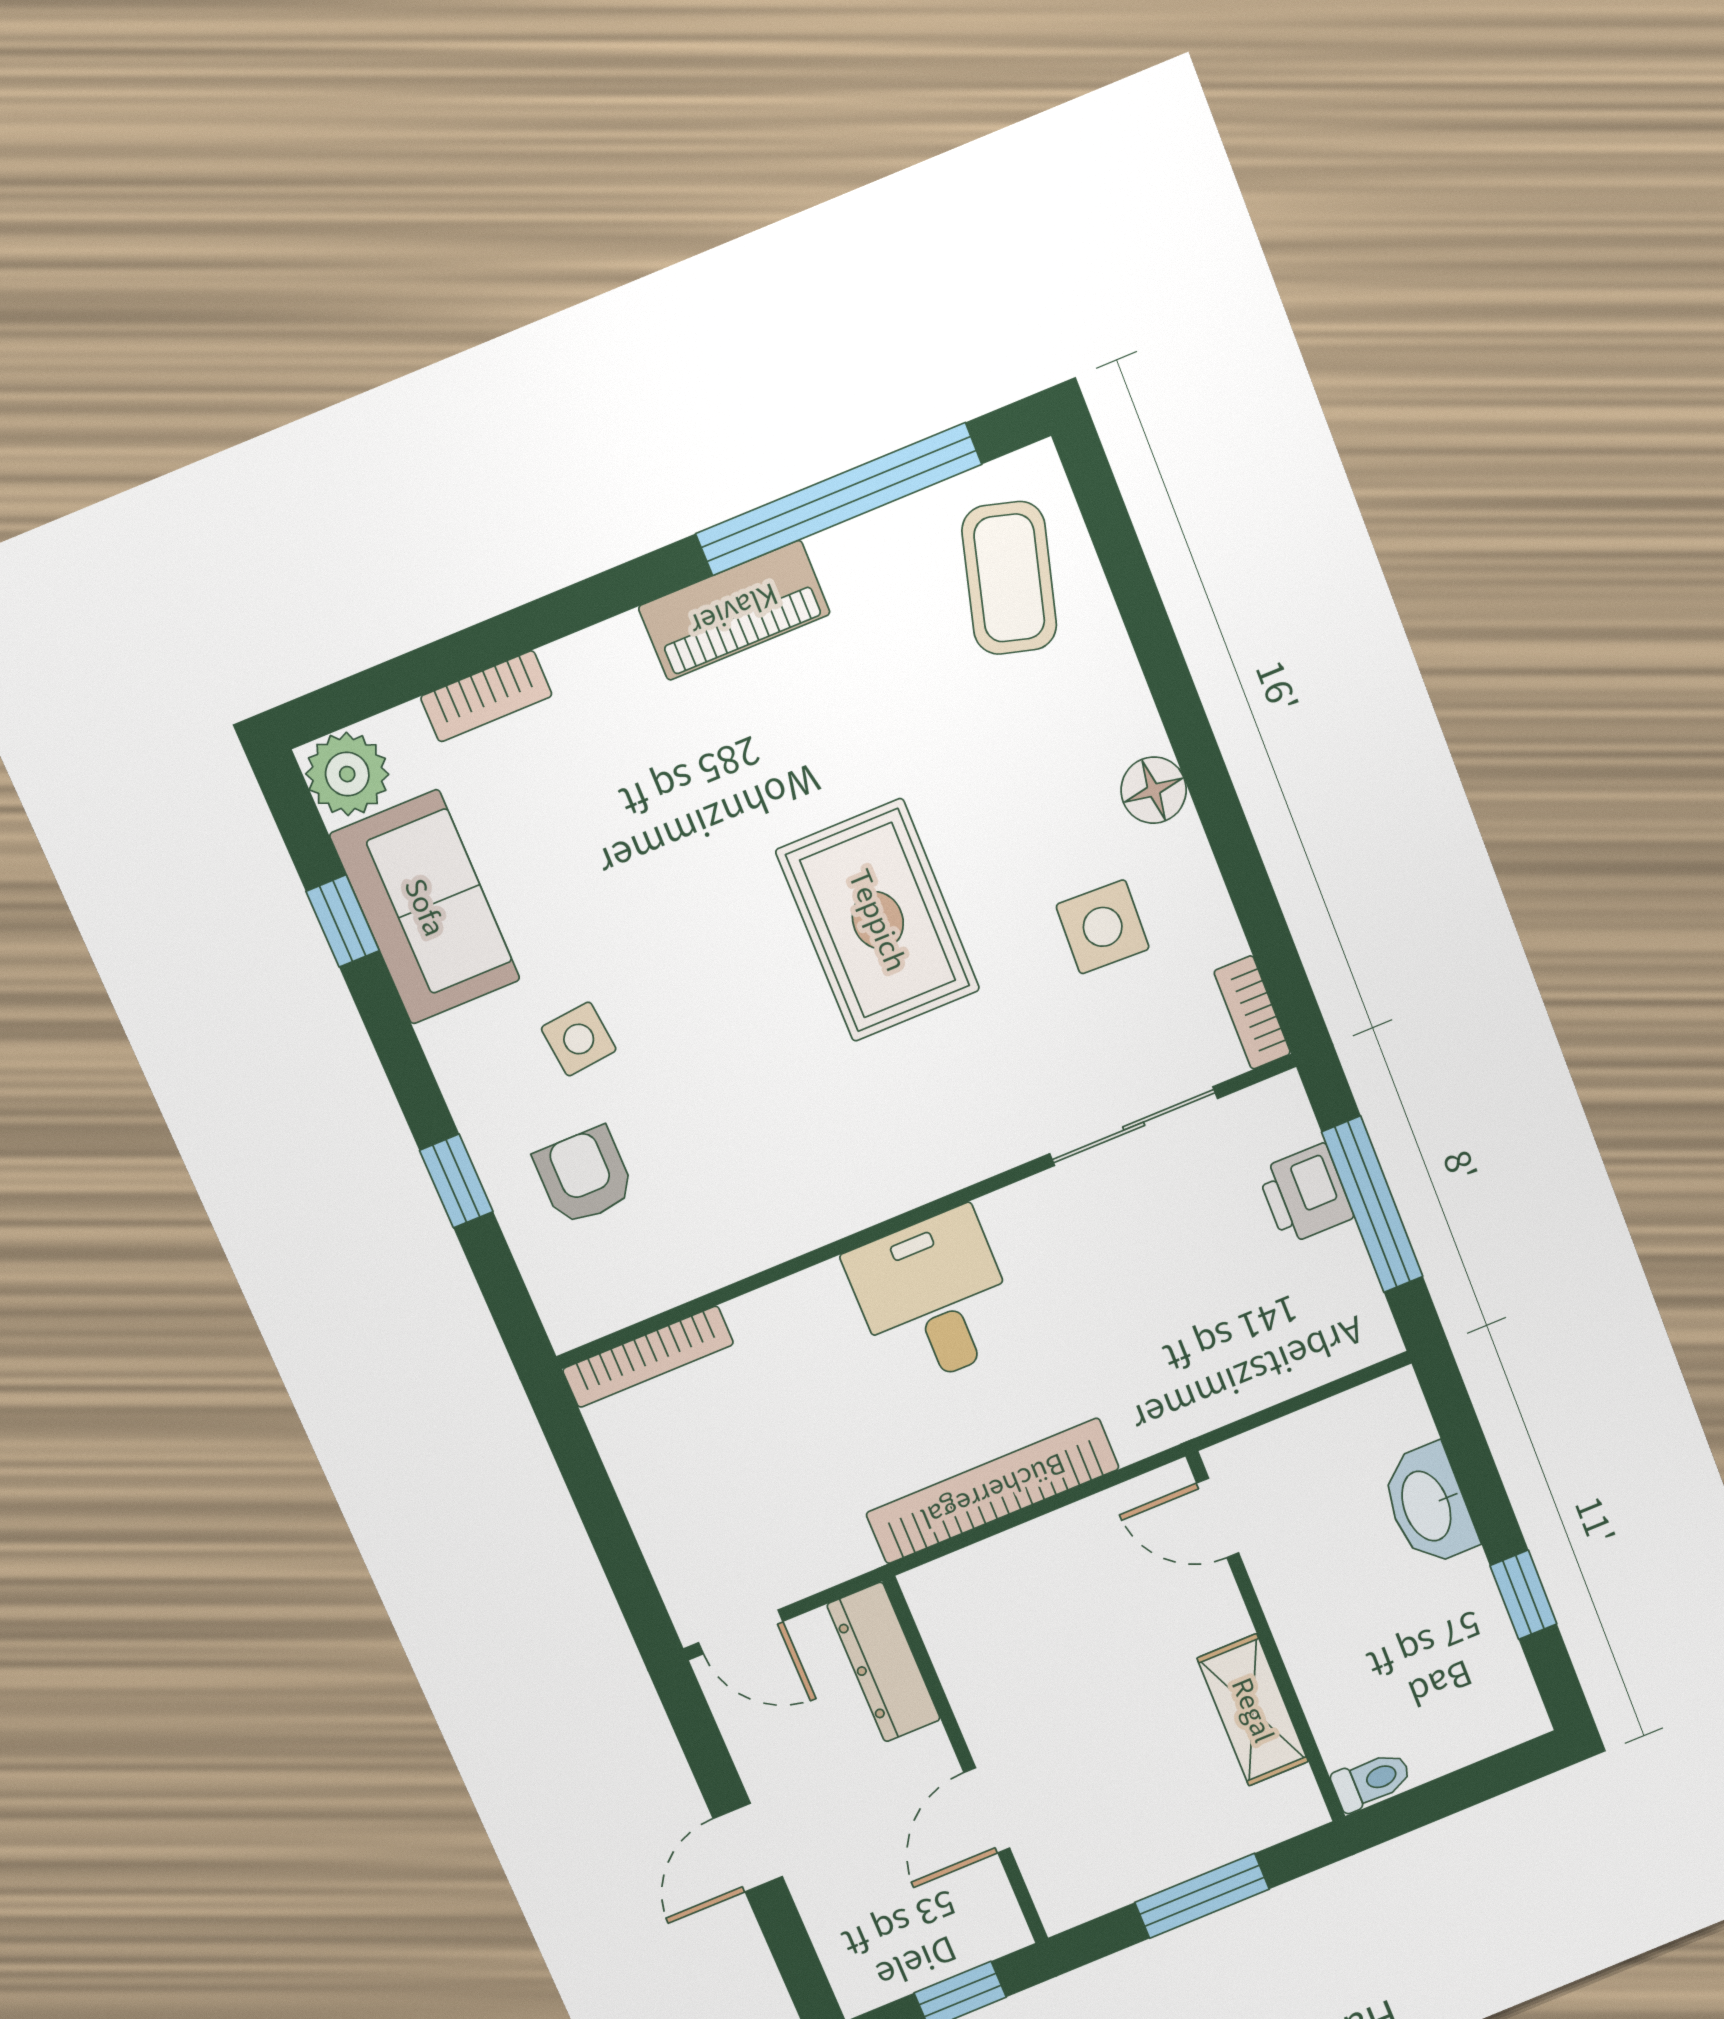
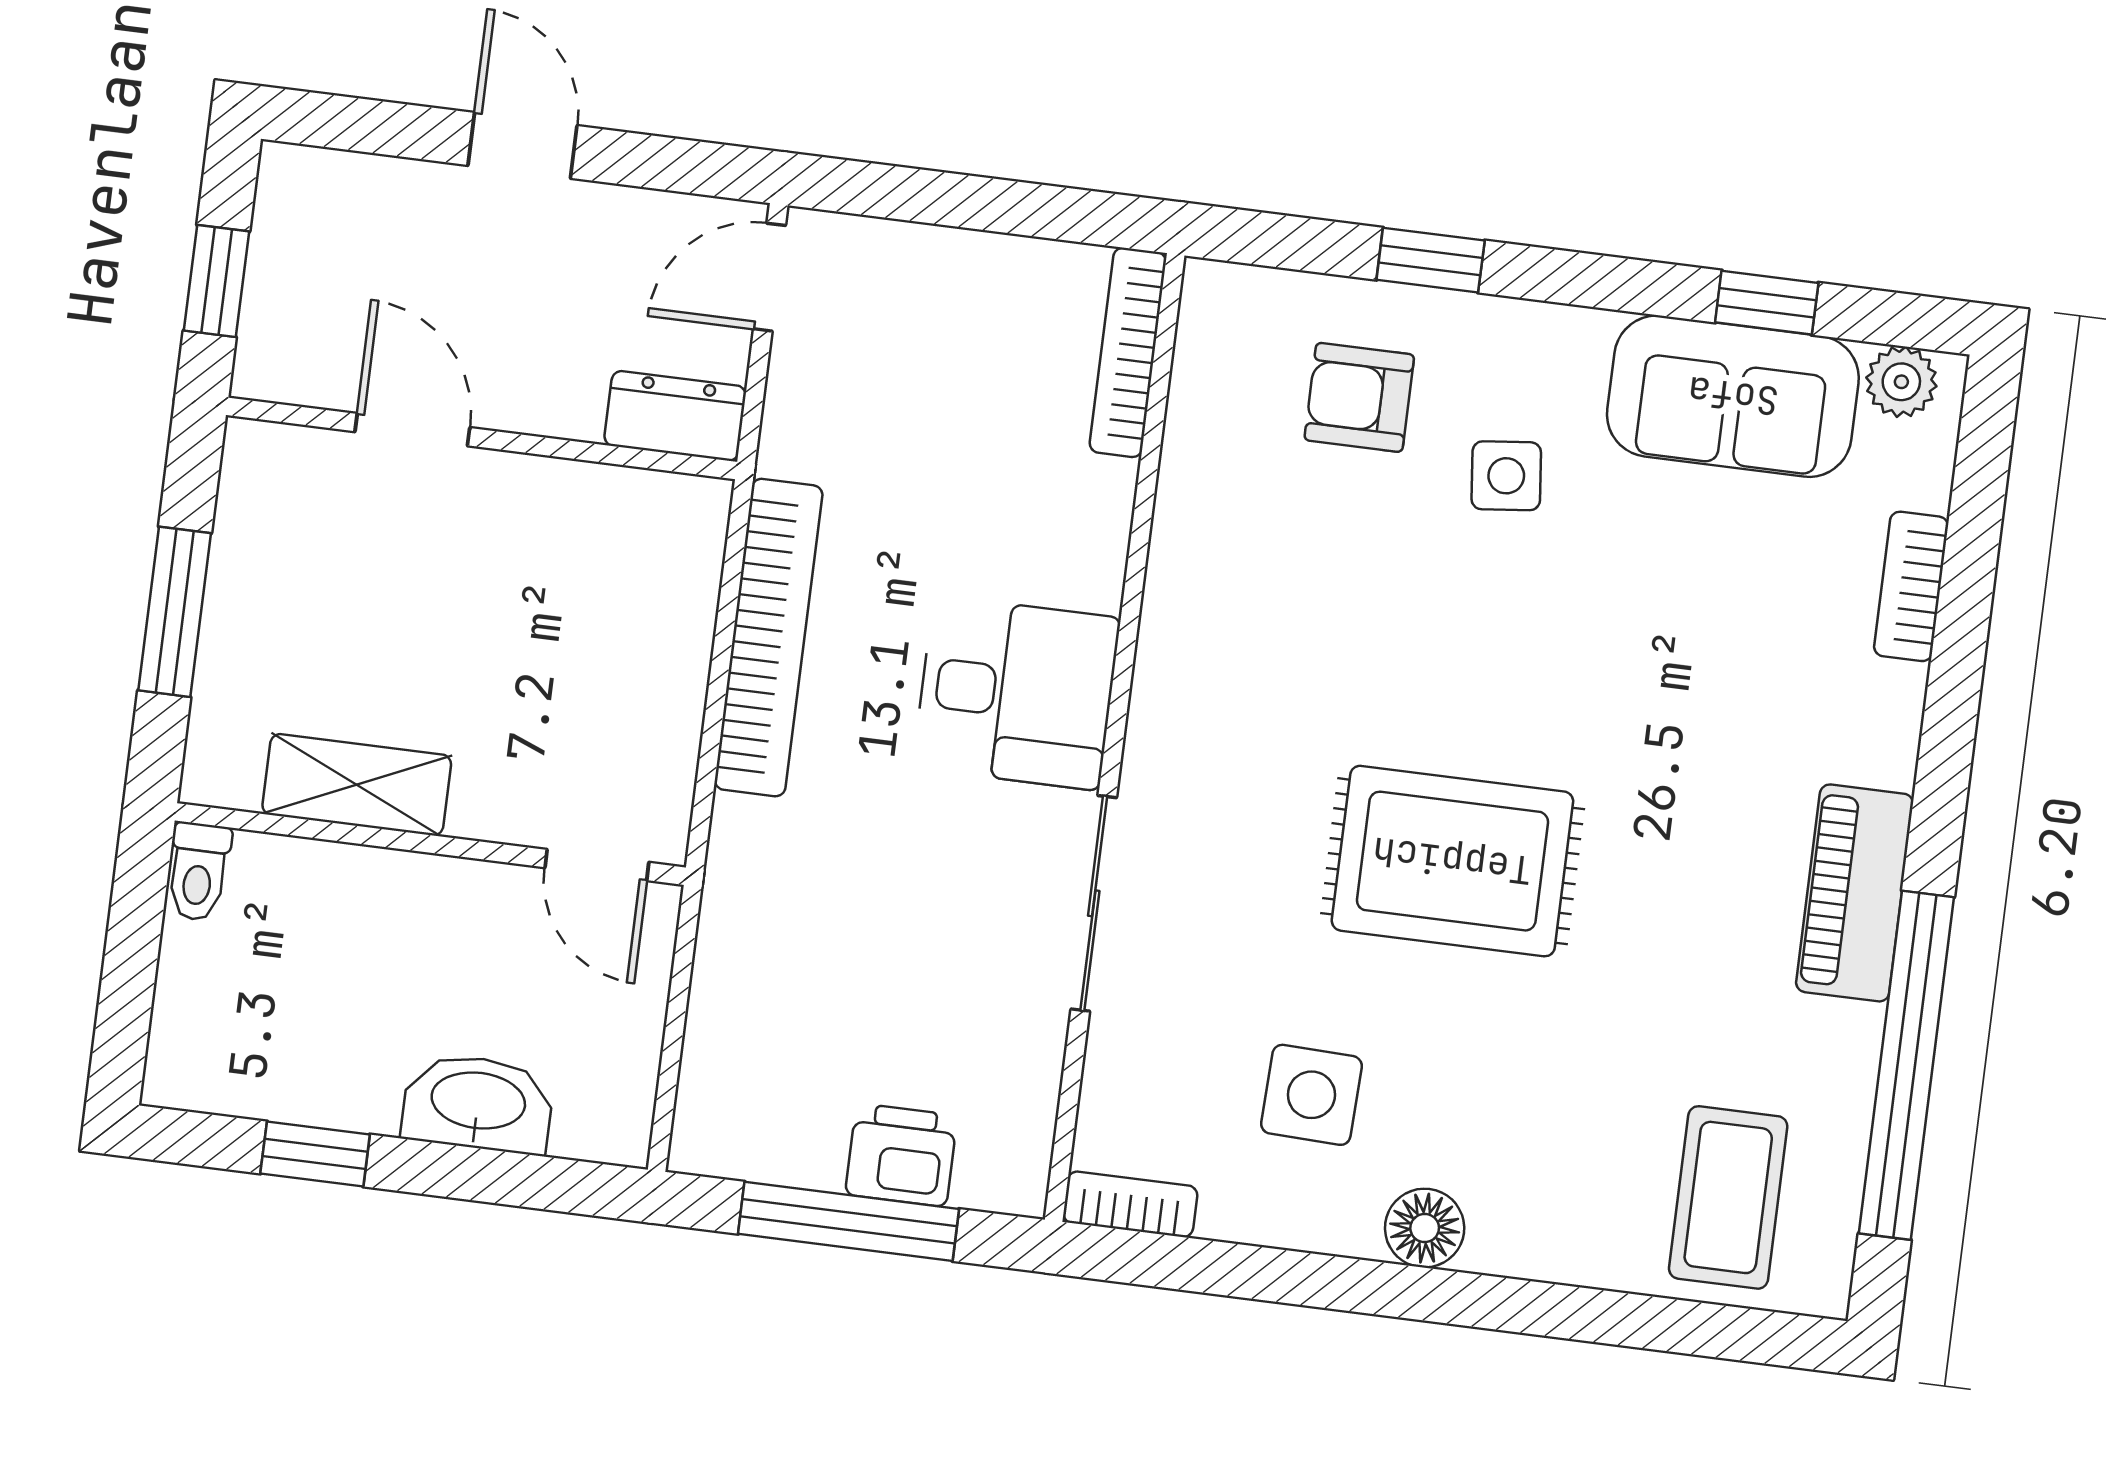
coffee table: (1009, 578) -> (1728, 1197), turned 75
plant: (347, 774) -> (1901, 382), width x0.73, depth x0.73
sliding door: (1134, 1126) -> (1094, 903), moved
armchair: (584, 1176) -> (1359, 397), turned 180
door: (1218, 1518) -> (597, 865), swing flipped
dresser: (884, 1662) -> (675, 416), width x0.70

